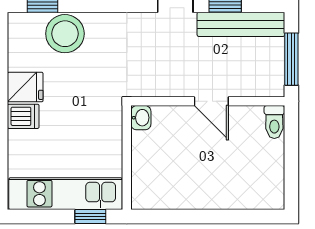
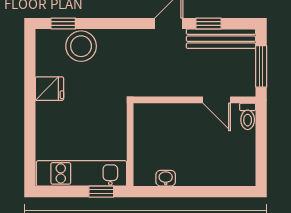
door: (211, 101) -> (217, 100), moved
dishwasher: (23, 116) -> (48, 112), removed
washbasin: (141, 118) -> (166, 178), moved, turned -90

